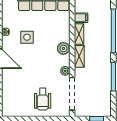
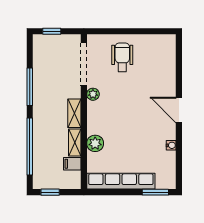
side table: (27, 37) -> (143, 138), removed
plant: (63, 48) -> (95, 143), moved

